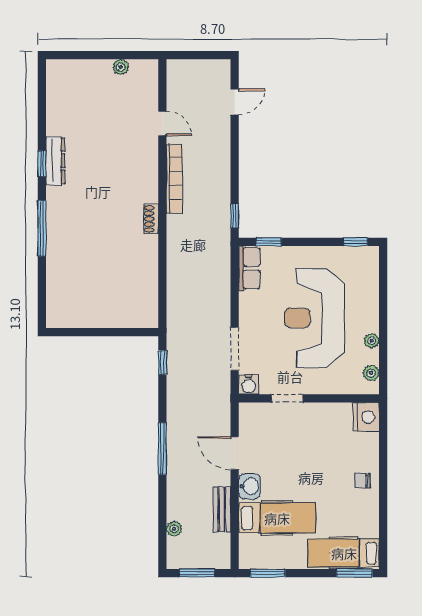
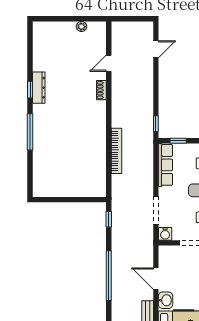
door: (162, 123) -> (109, 63), swing flipped
bookcase: (174, 179) -> (116, 151), moved
shoe rack: (151, 219) -> (101, 90), moved
row of seats: (249, 268) -> (165, 165), width x1.48
window: (162, 449) -> (109, 276), width x1.46

